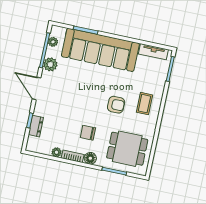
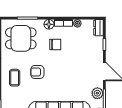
dresser: (36, 126) -> (98, 28), moved

